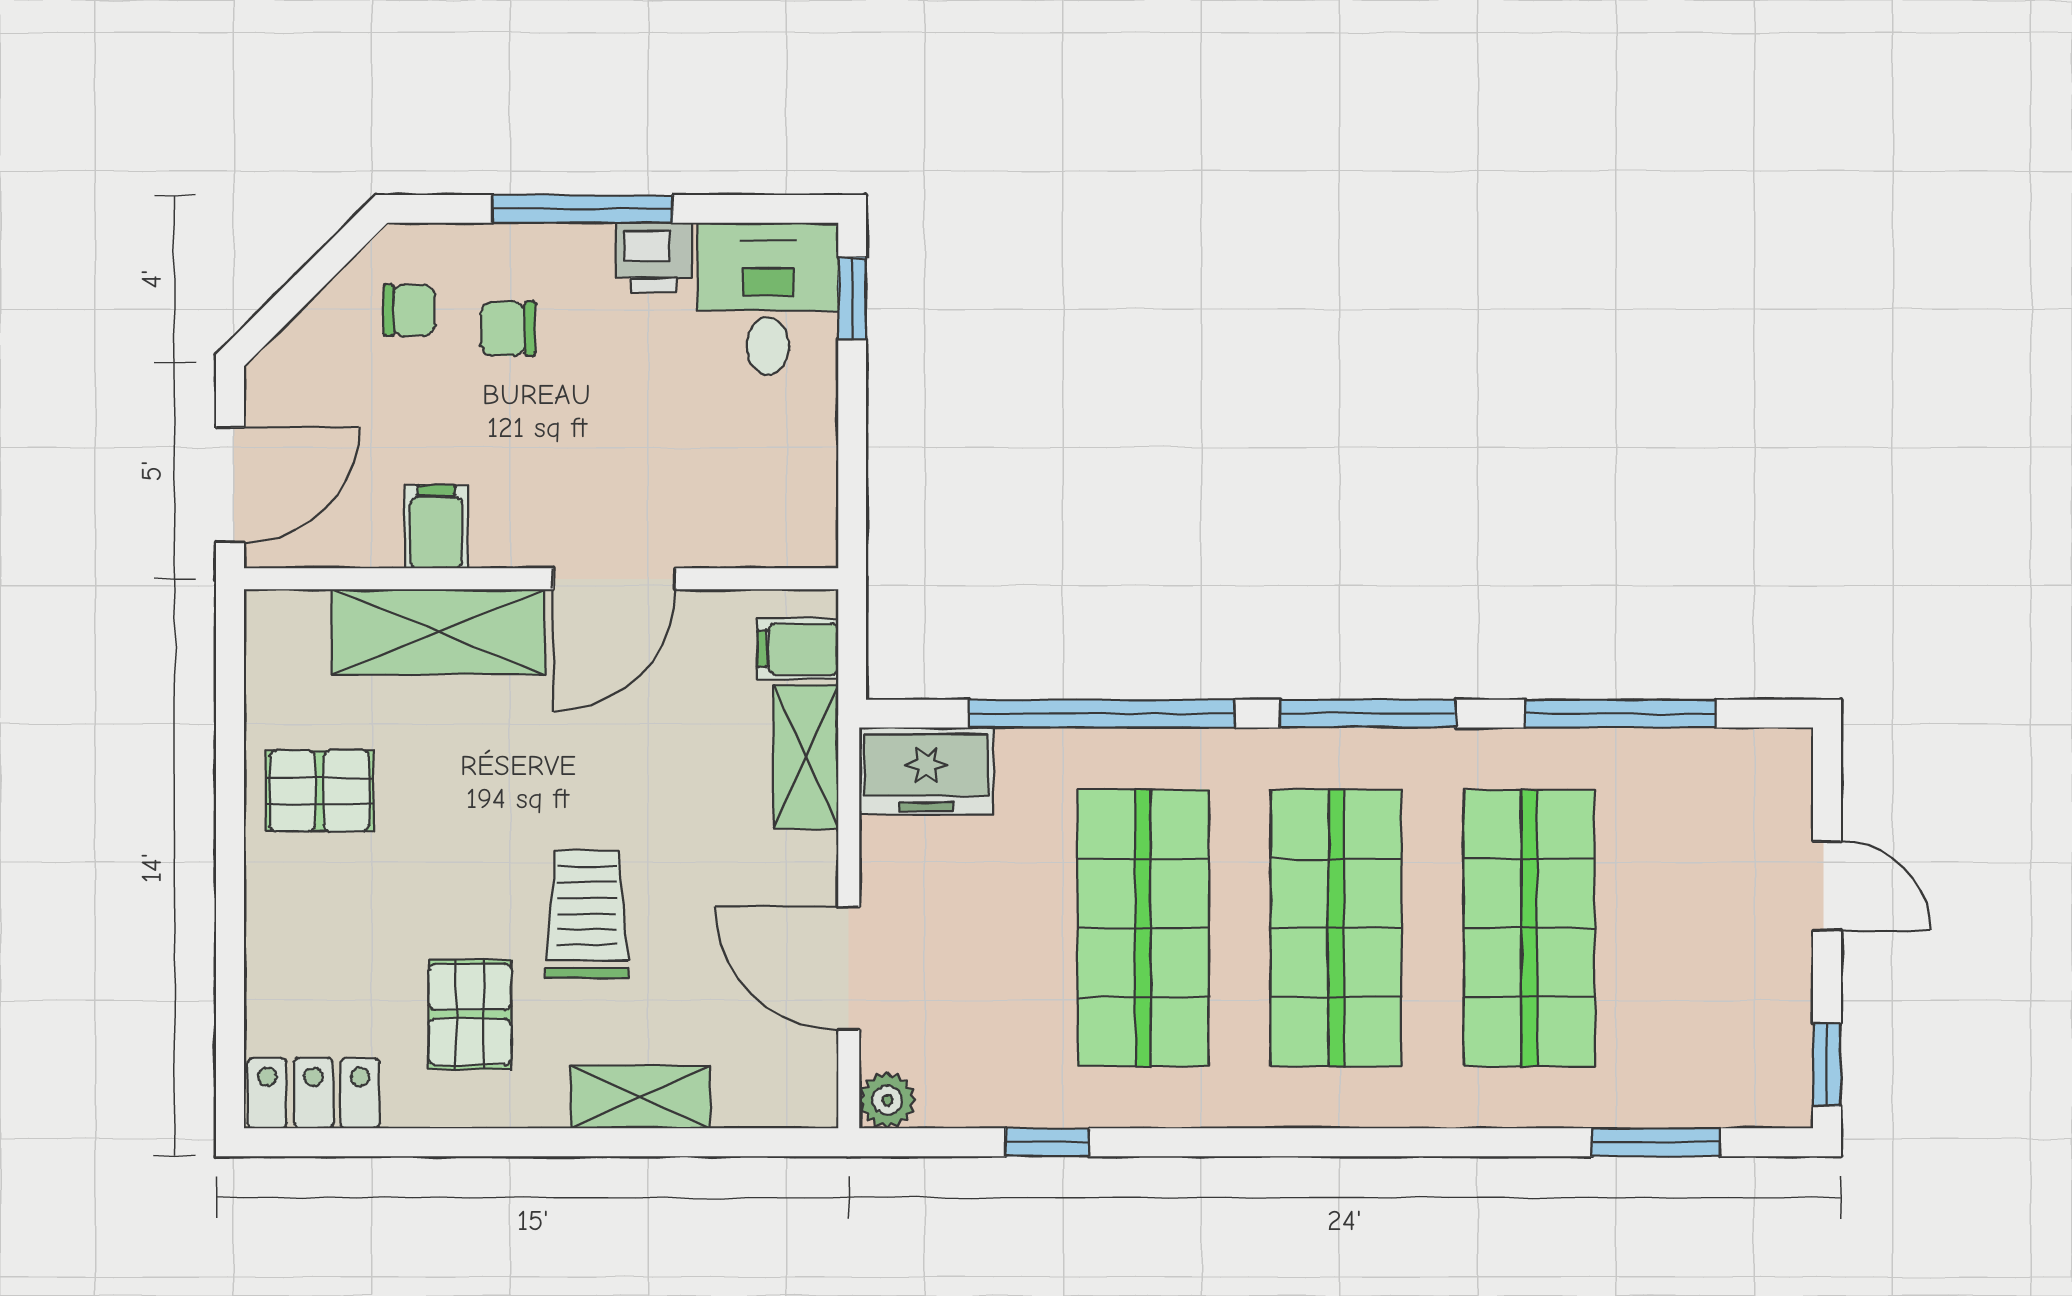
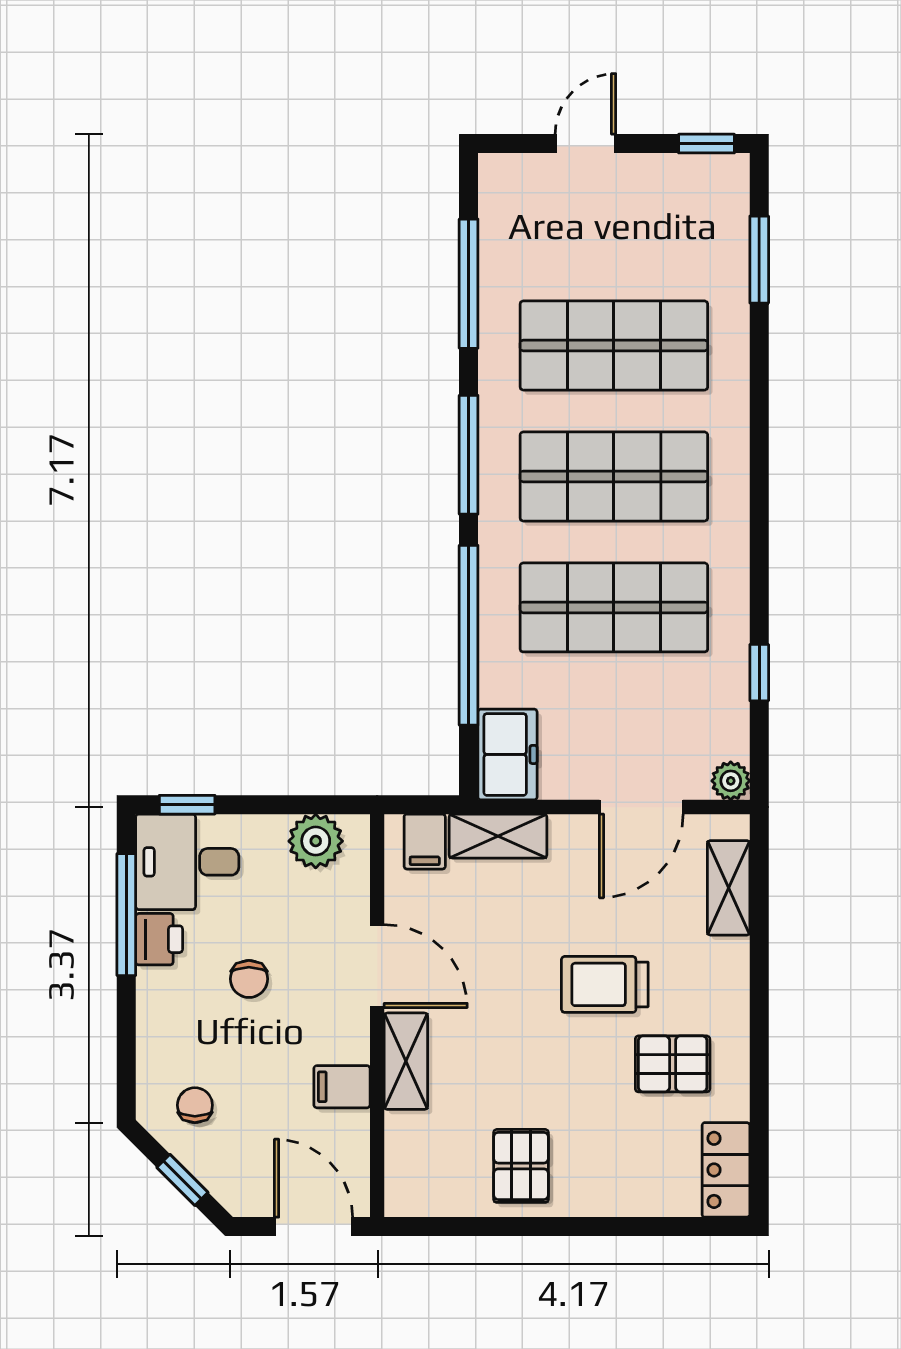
window: (583, 209) -> (126, 915), moved
window: (299, 292) -> (182, 1180), added
chair: (508, 329) -> (249, 979), moved
plant: (799, 488) -> (316, 841), added
shelving: (438, 632) -> (406, 1061), width x0.67, depth x0.75
shelving: (640, 1097) -> (729, 888), moved

